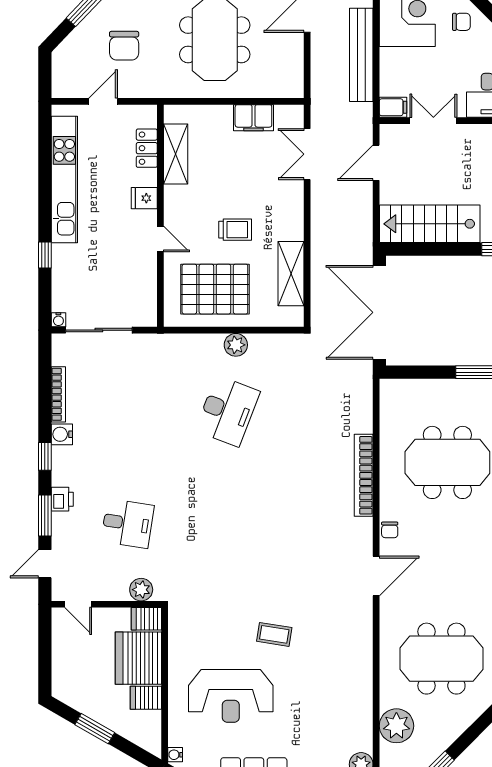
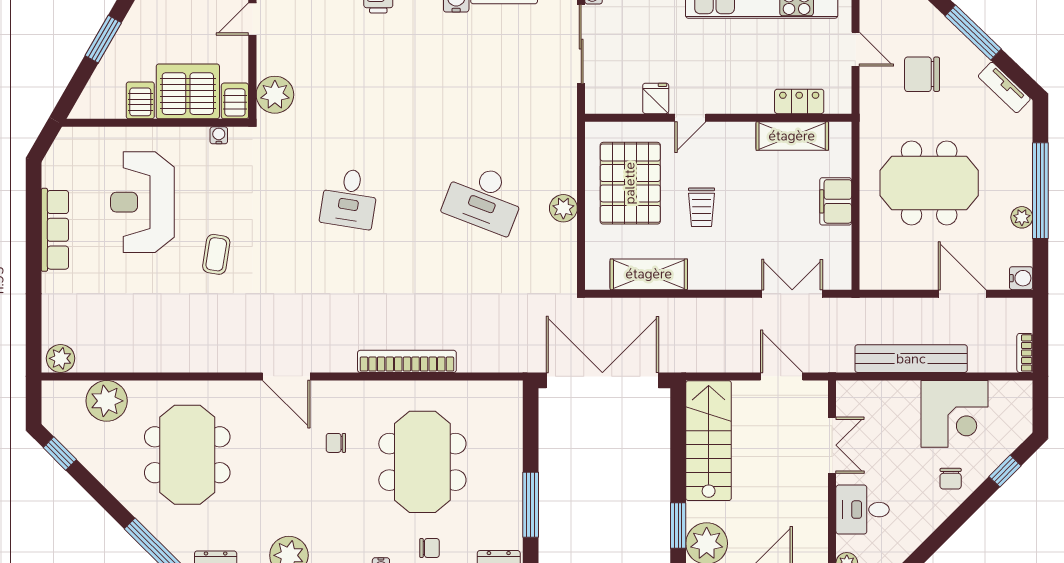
filing cabinet: (393, 107) -> (848, 397), removed
filing cabinet: (253, 118) -> (836, 201), moved
fridge: (144, 198) -> (656, 98), moved
desk: (128, 523) -> (349, 198), moved
chair: (390, 530) -> (336, 443), moved
plant: (141, 590) -> (275, 95), width x1.36, depth x1.36
water cooler: (175, 755) -> (219, 135), moved

